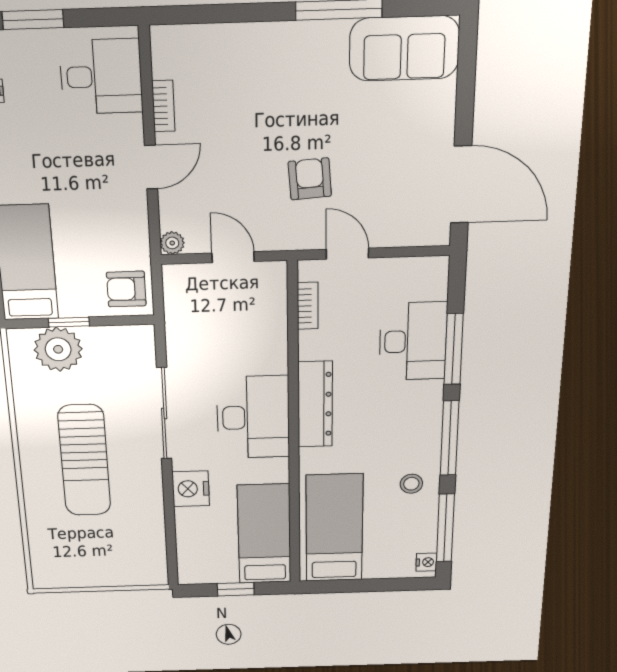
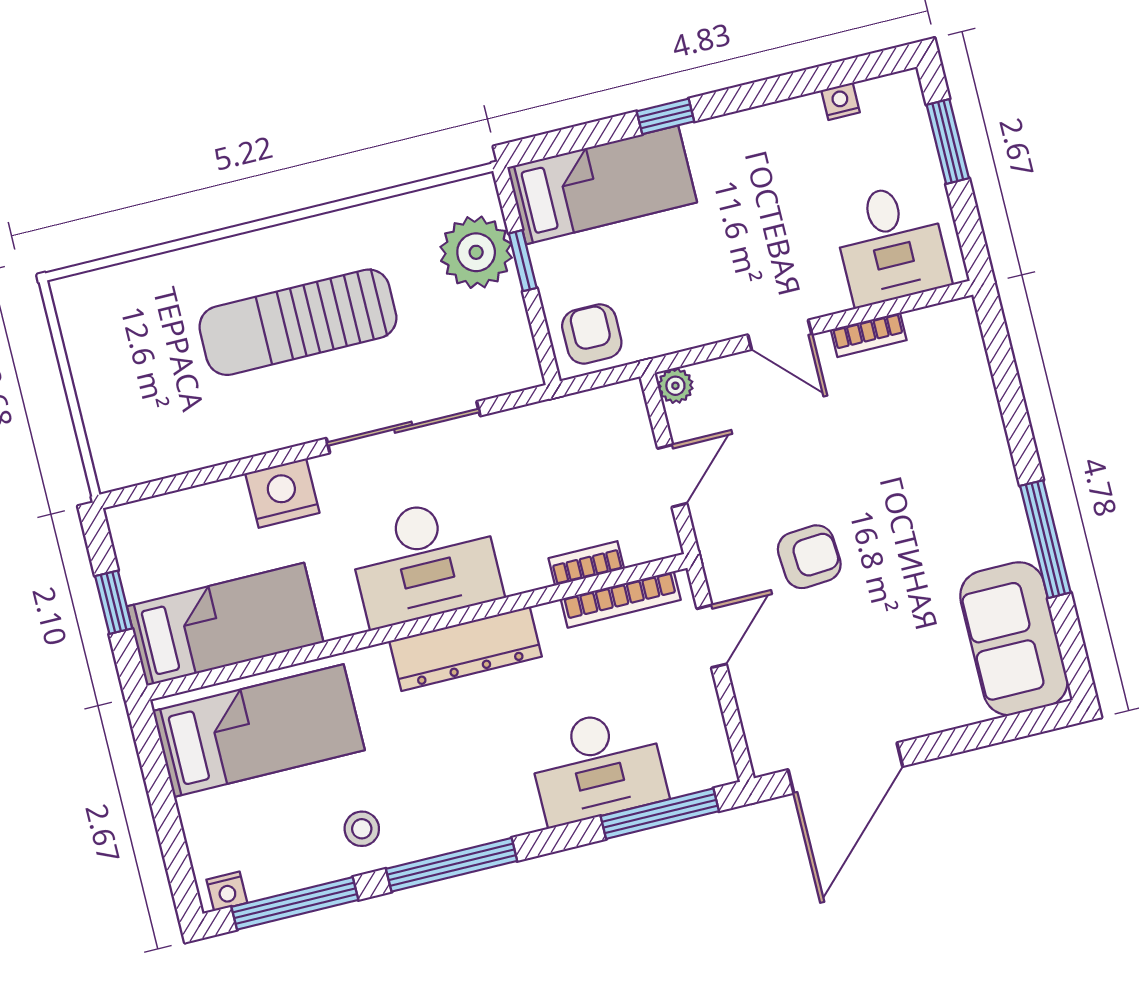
bookcase: (308, 306) -> (621, 599), width x1.56
bookcase: (279, 322) -> (586, 563), added
window: (454, 349) -> (660, 814), moved

